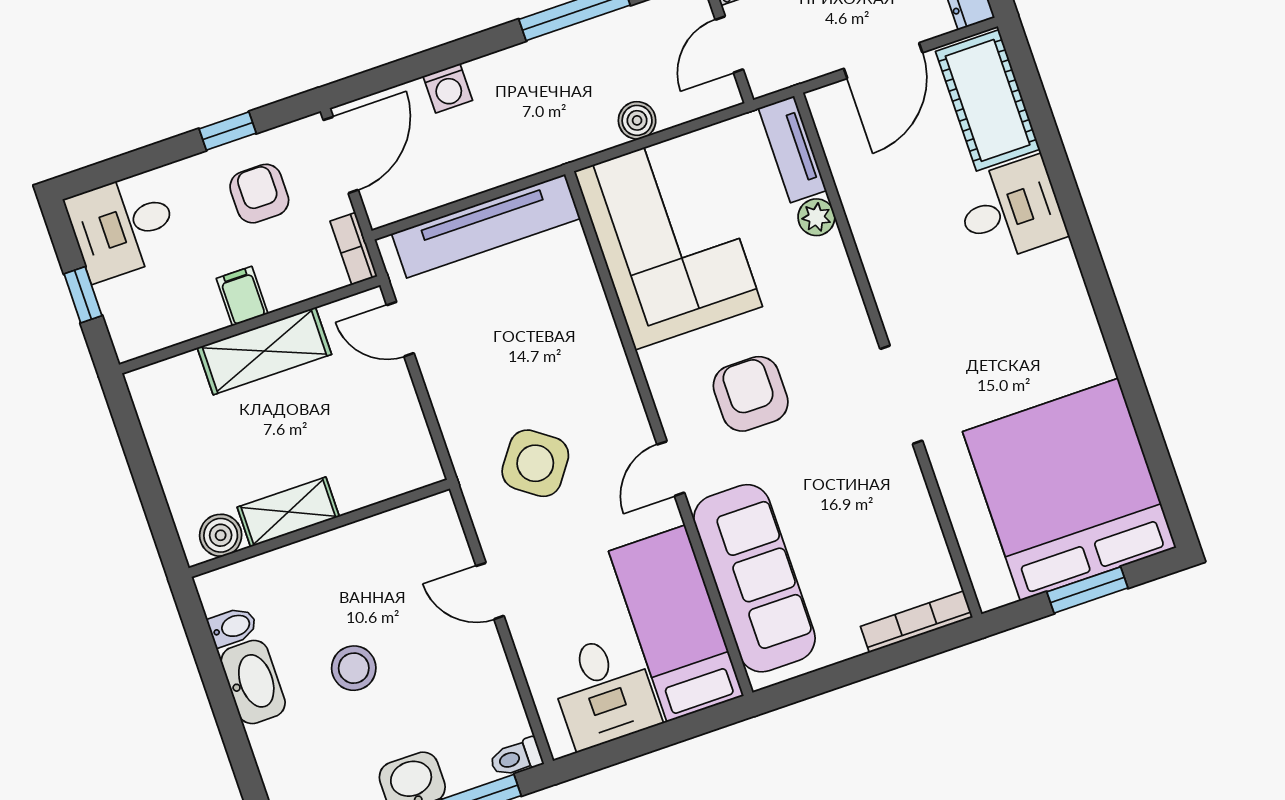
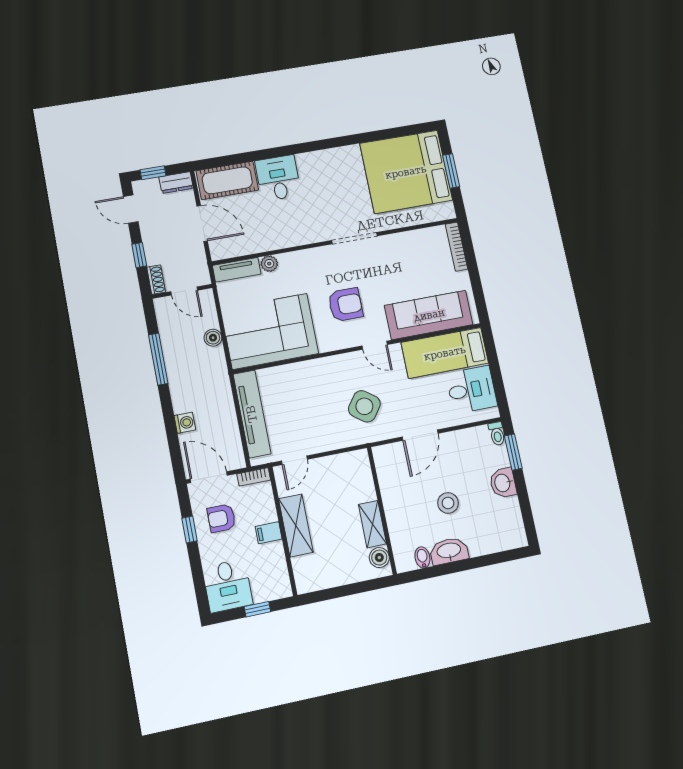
armchair: (751, 394) -> (345, 305), turned 180
door: (490, 591) -> (420, 435), width x1.38

